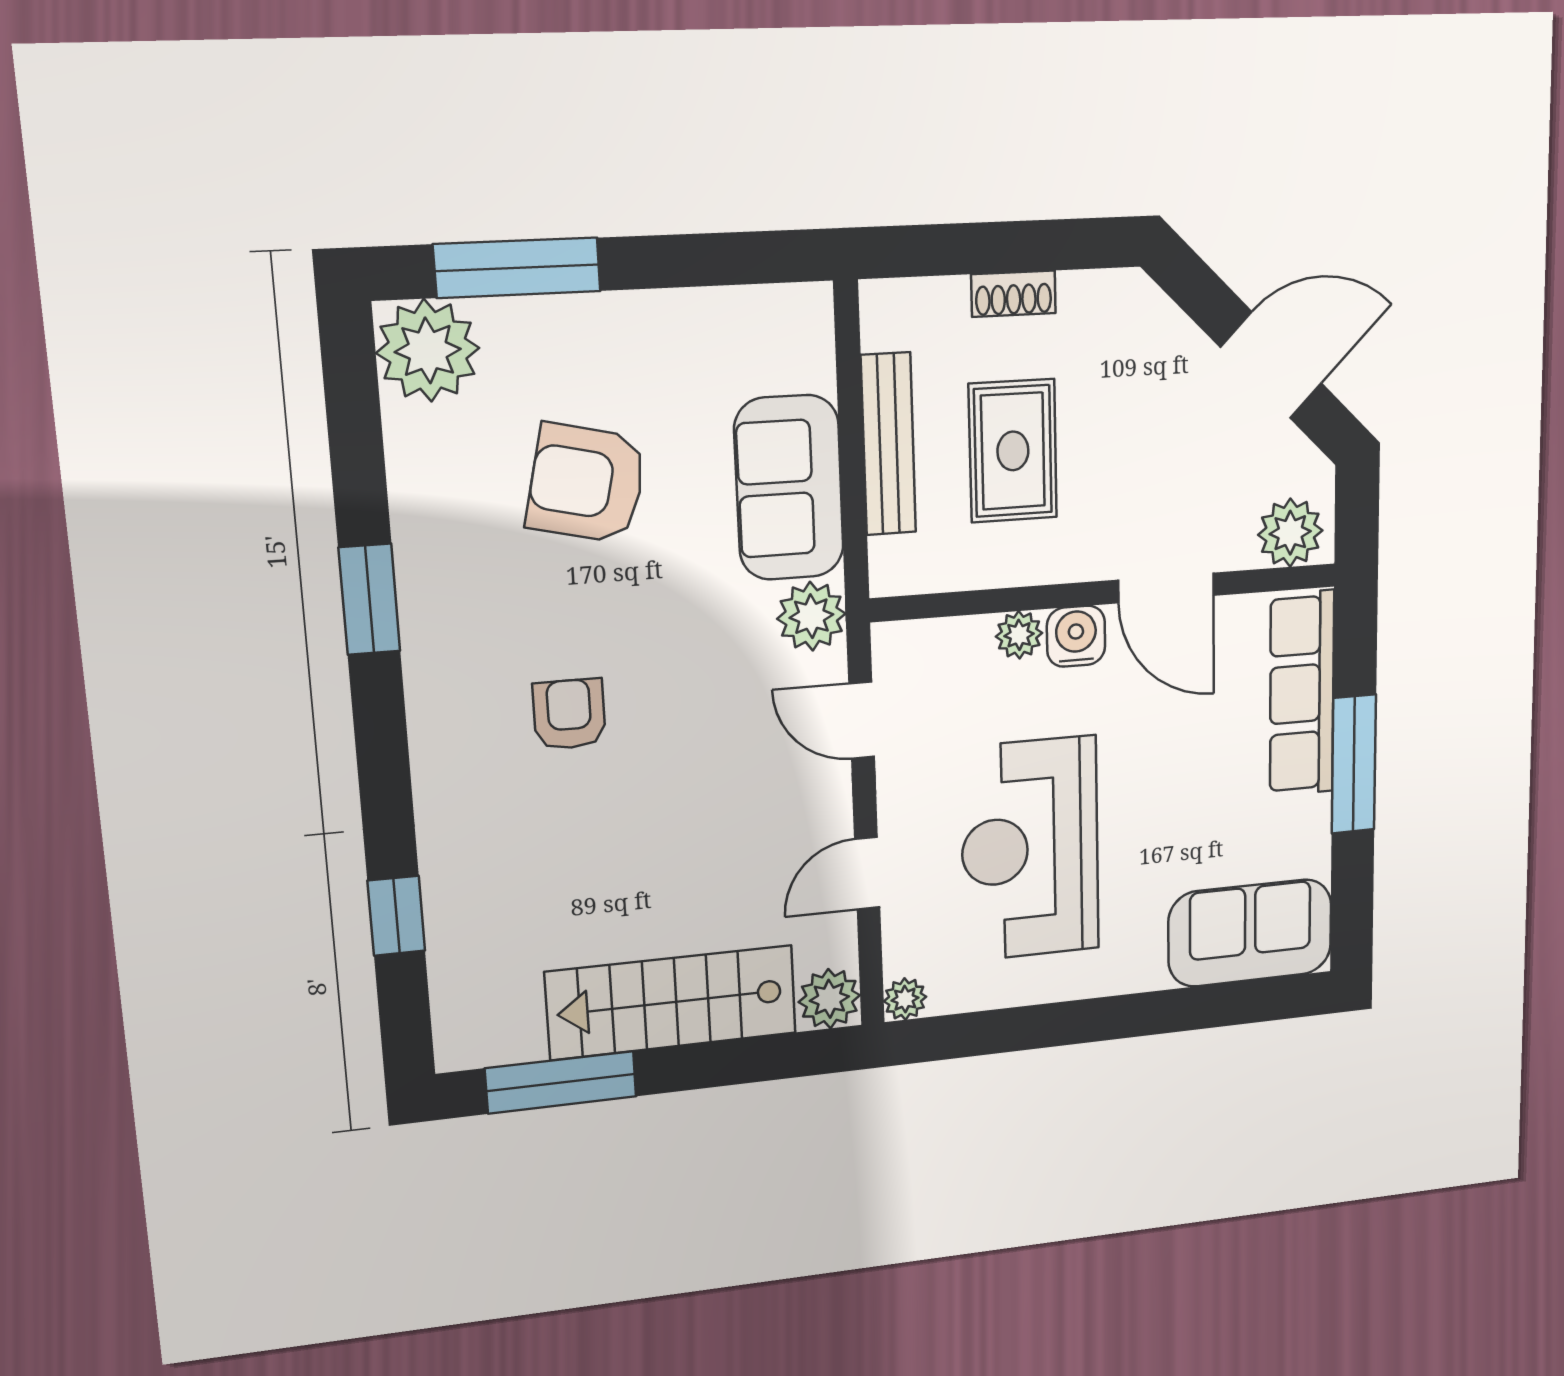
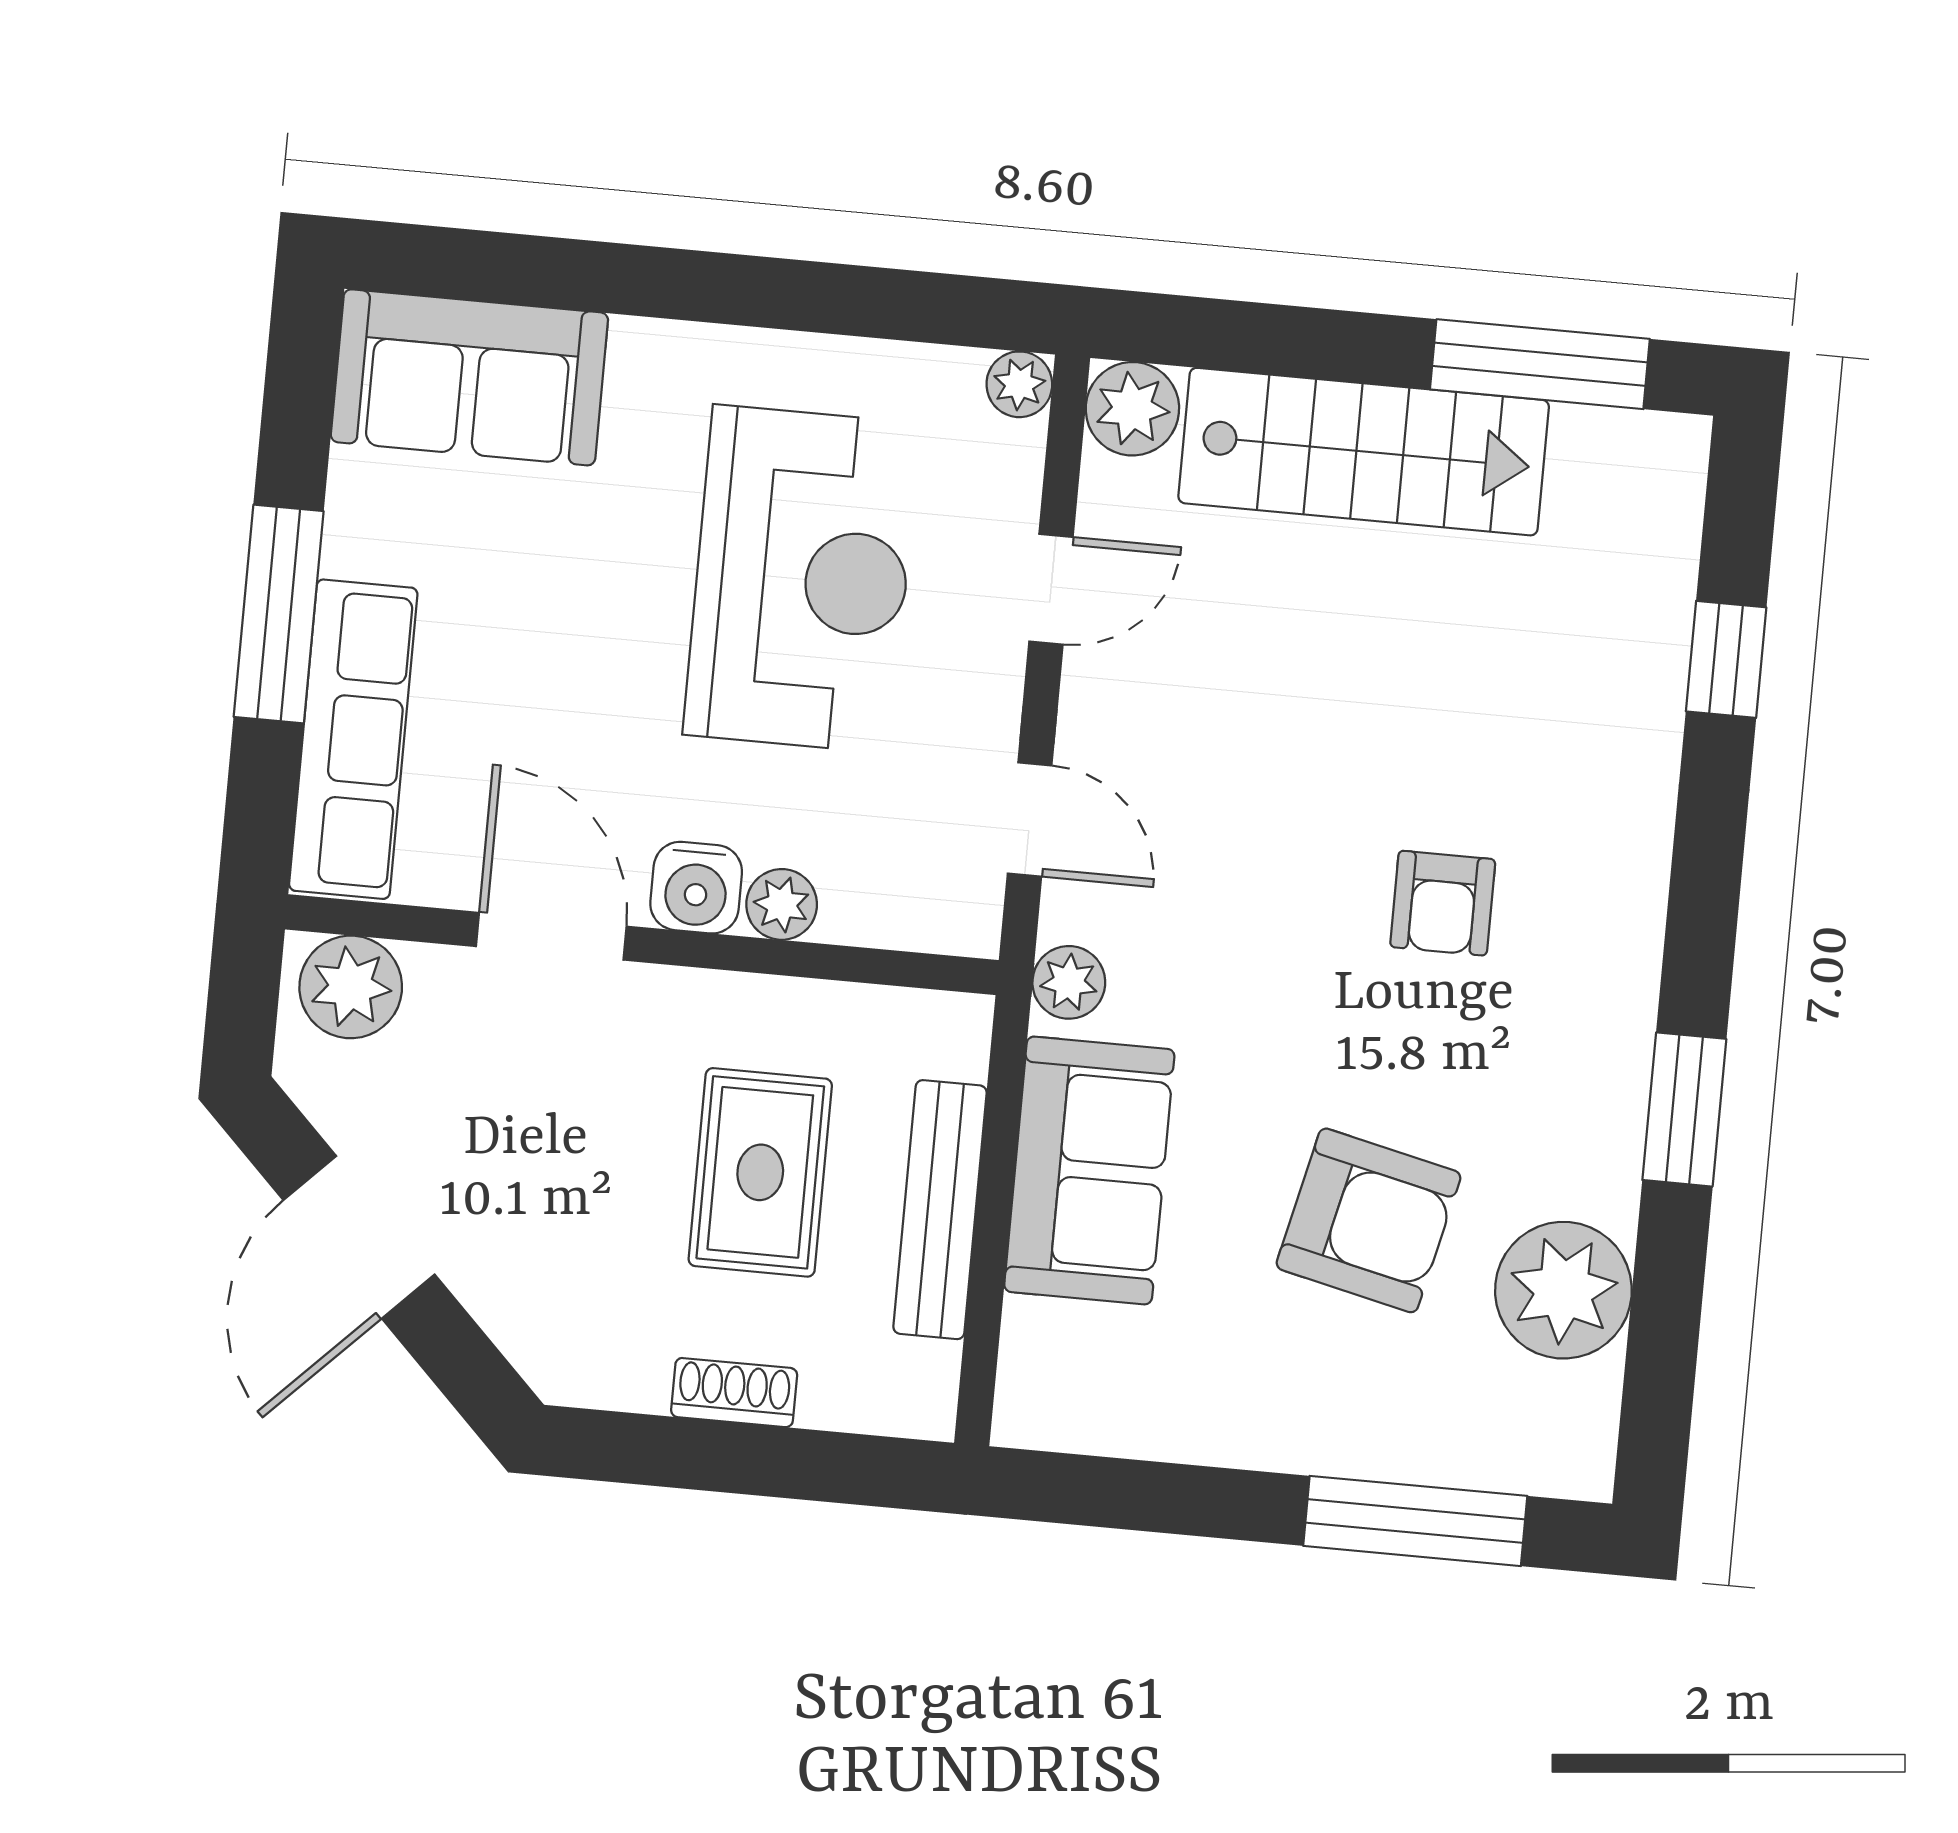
plant: (428, 350) -> (1563, 1290), moved
door: (1271, 365) -> (359, 1237), hinge flipped
plant: (811, 616) -> (1069, 982), width x0.73, depth x0.73

